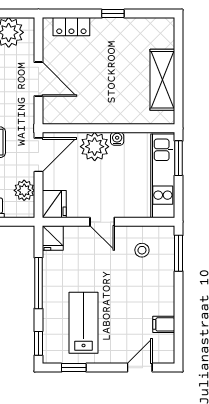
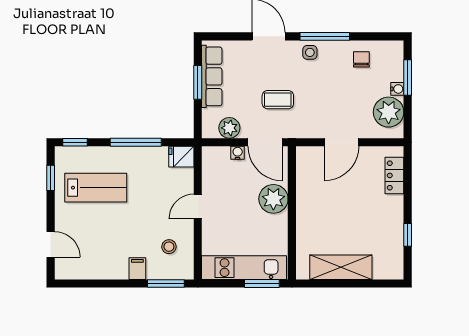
window: (113, 14) -> (408, 235), moved
water cooler: (117, 139) -> (238, 153), moved, turned -90
fridge: (54, 204) -> (216, 158), removed
filing cabinet: (164, 324) -> (137, 269), moved

